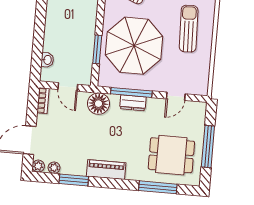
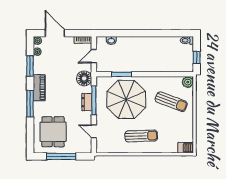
window: (158, 187) -> (30, 104), moved

